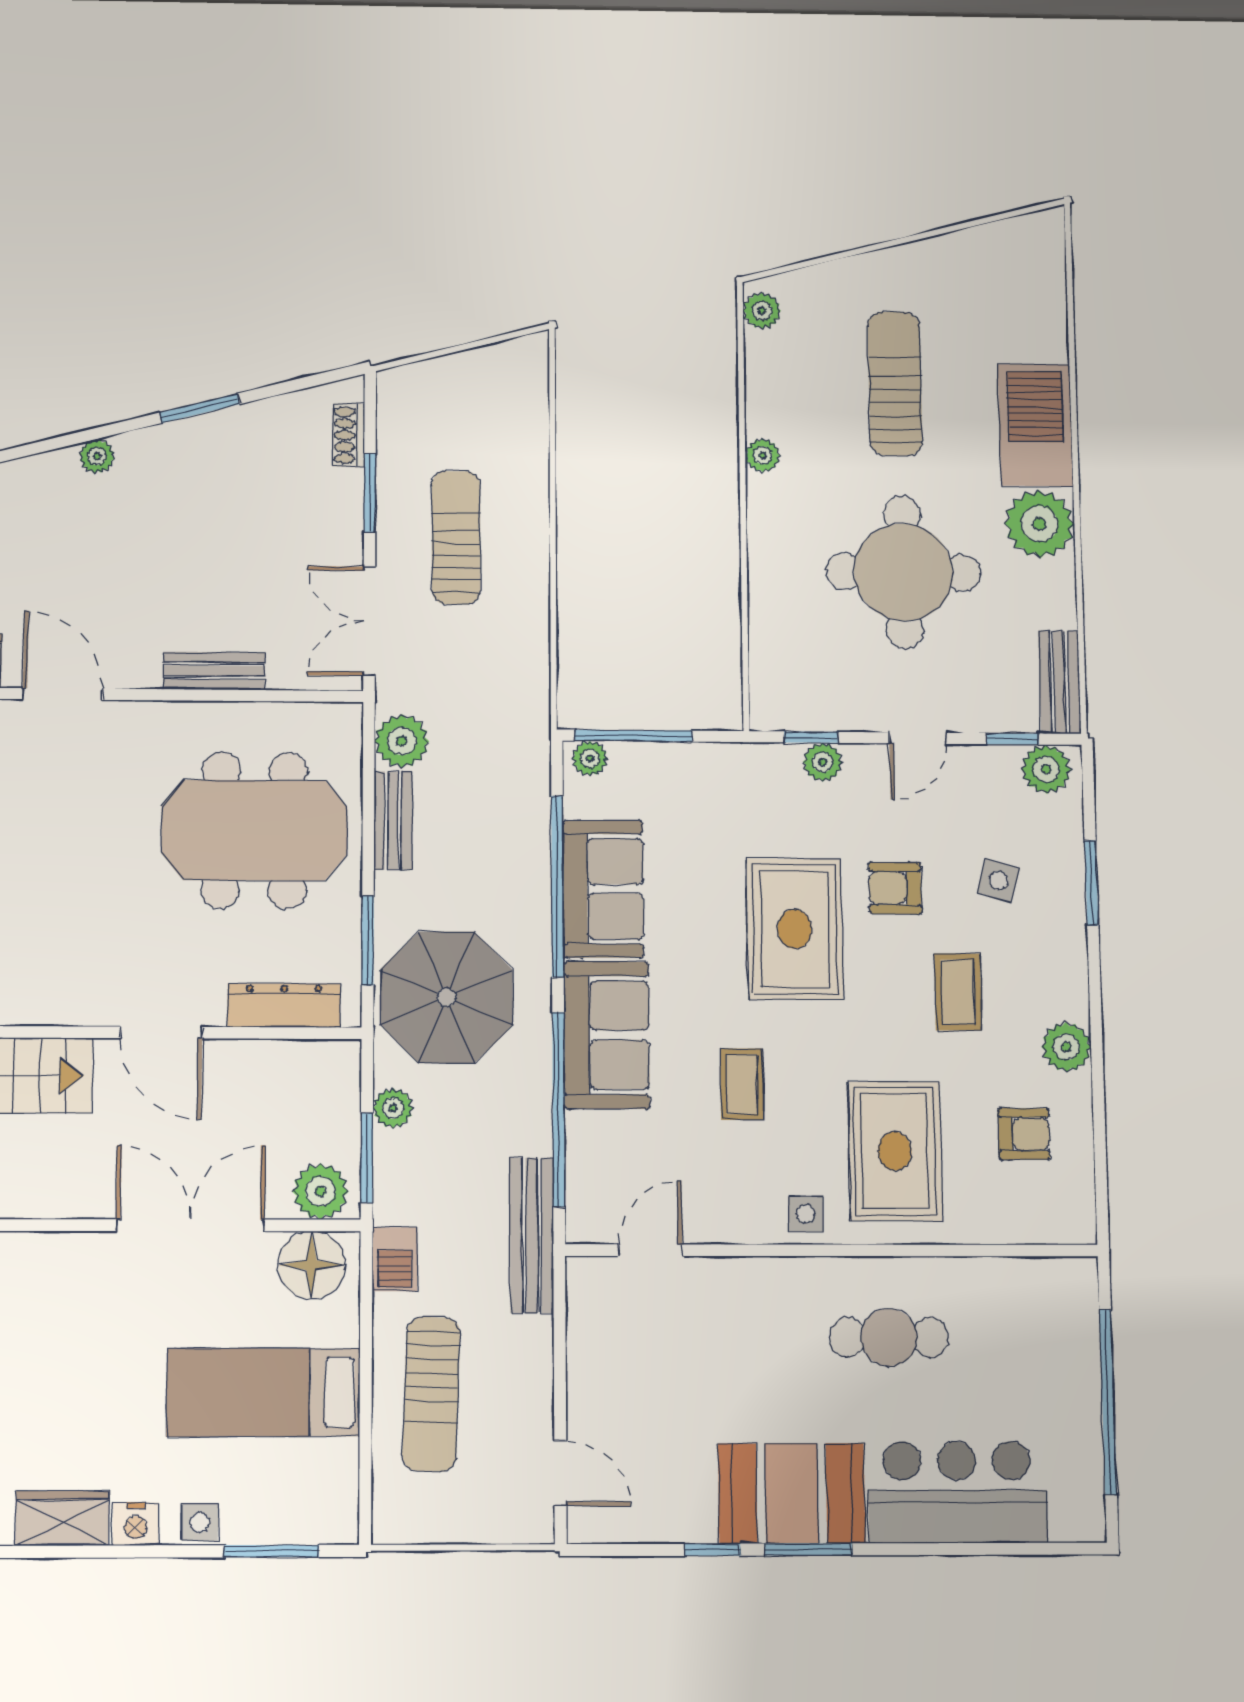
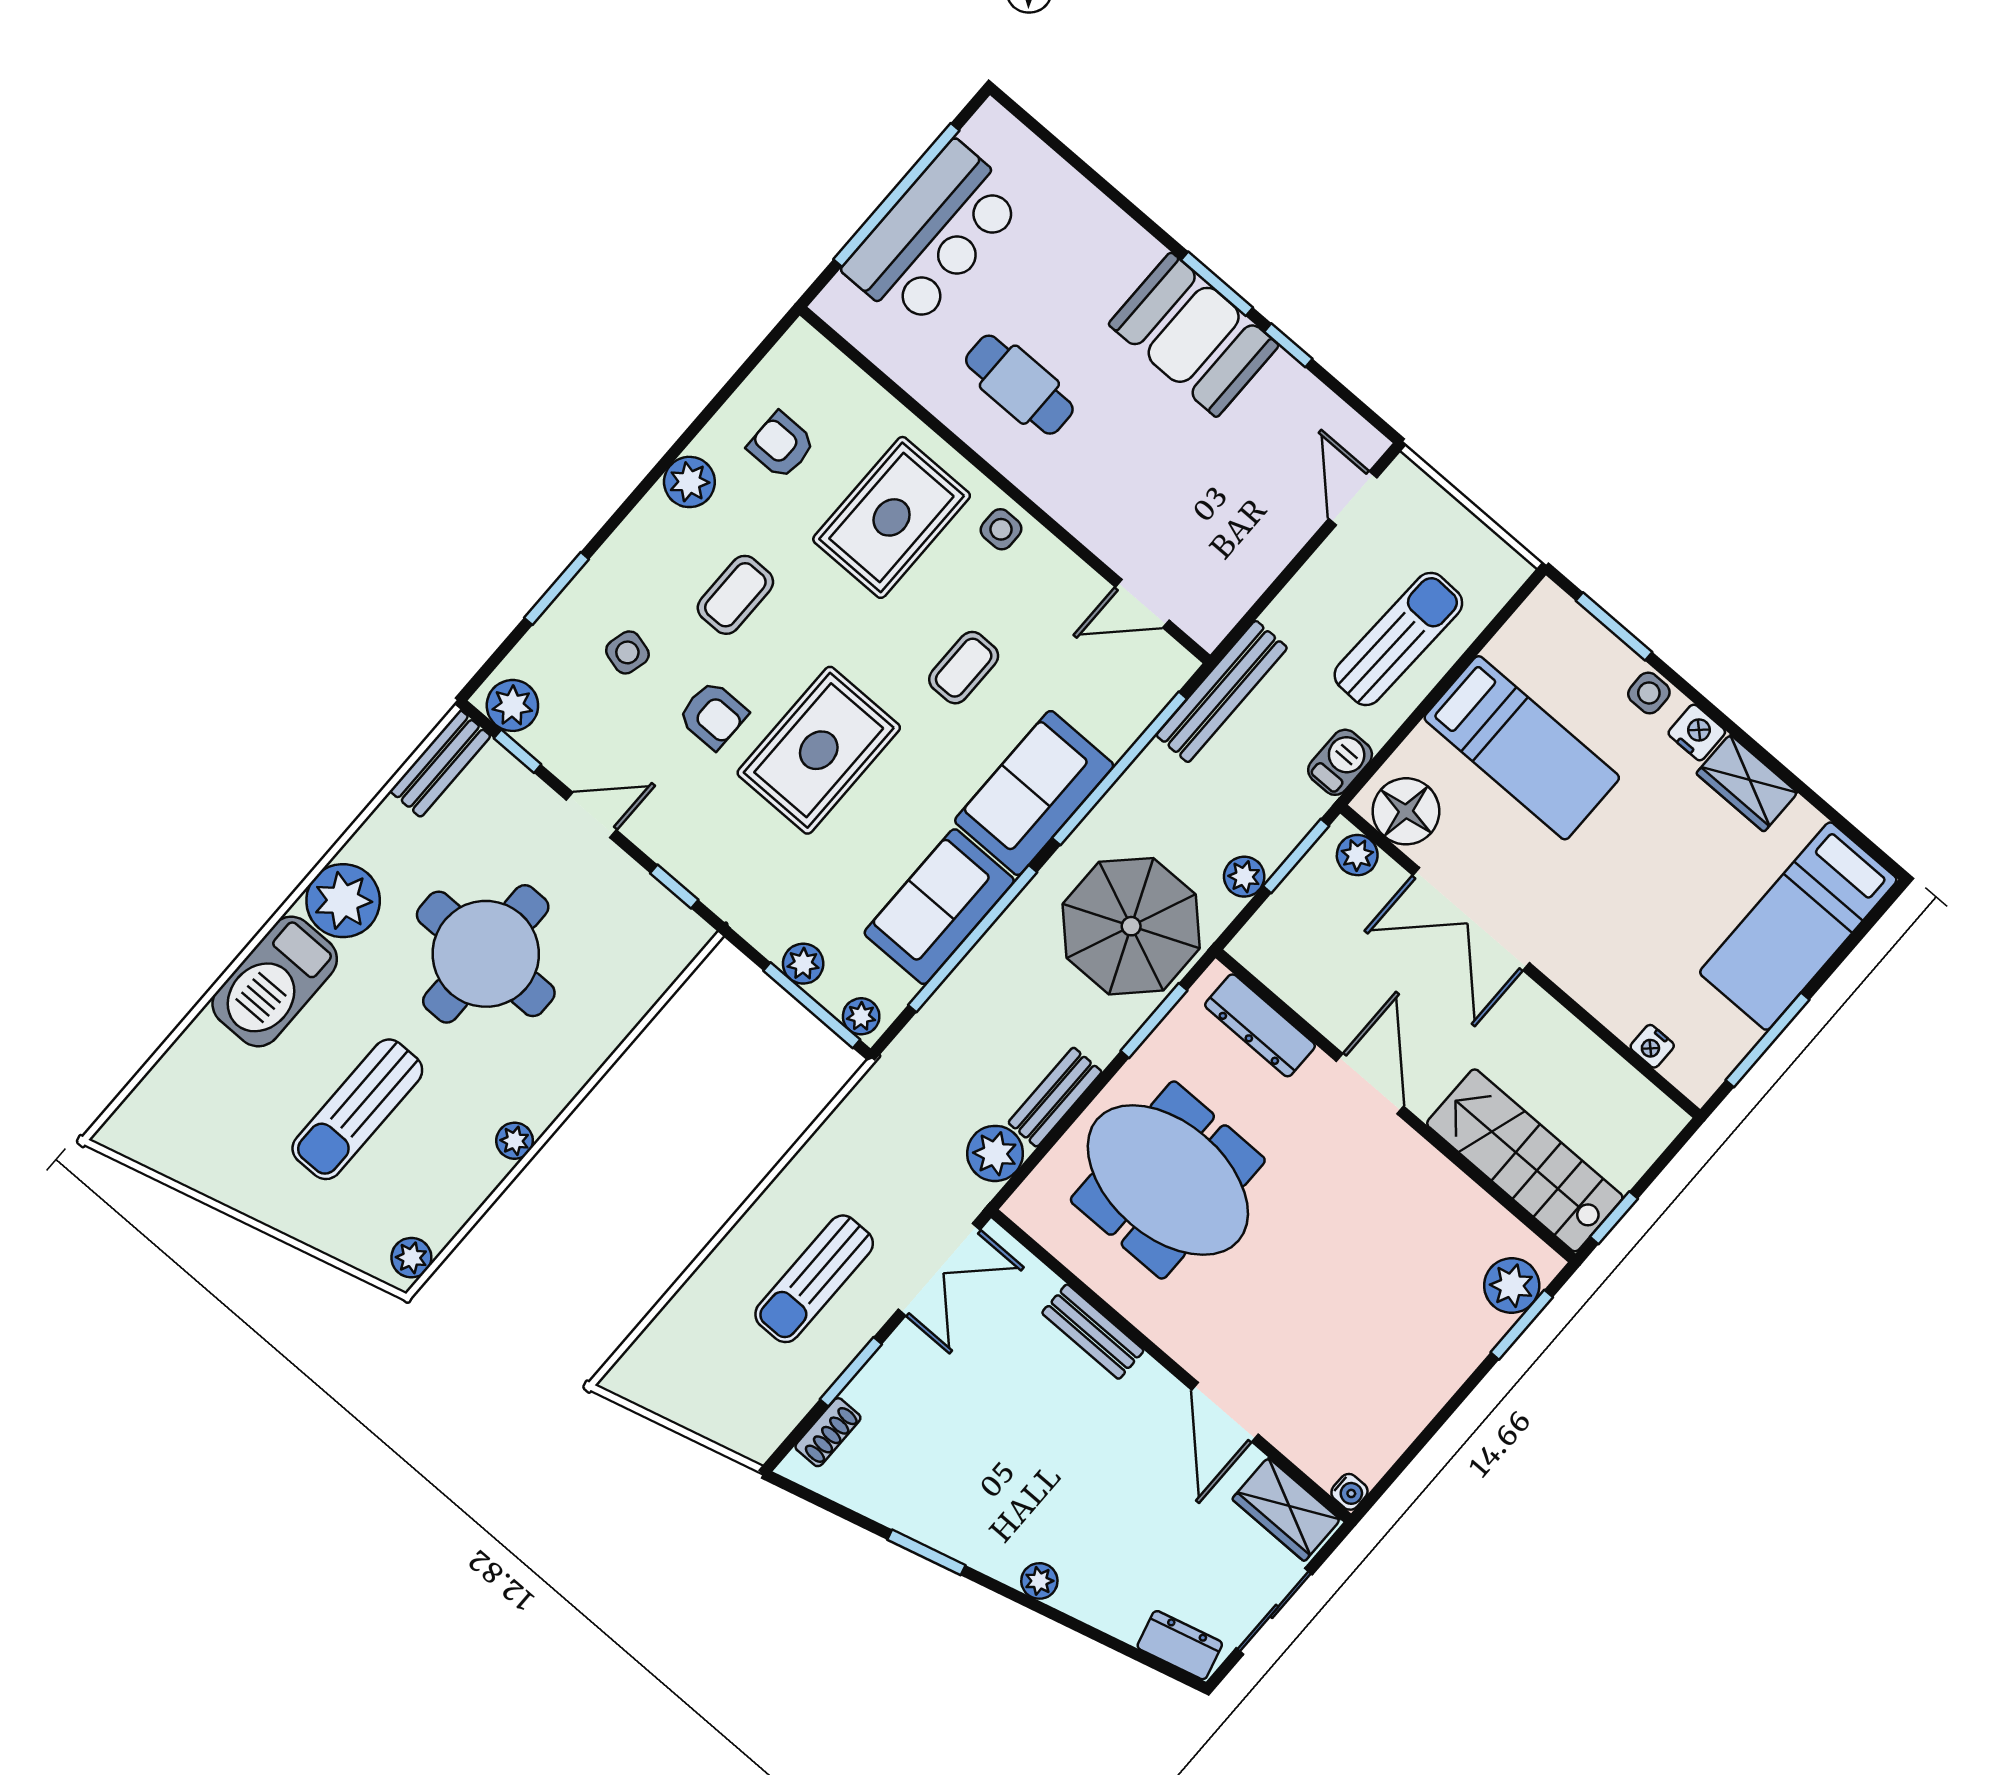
plant: (823, 762) -> (803, 964), moved
plant: (320, 1191) -> (1357, 855), width x0.73, depth x0.73
bar counter: (957, 1492) -> (934, 235), moved, turned -90

